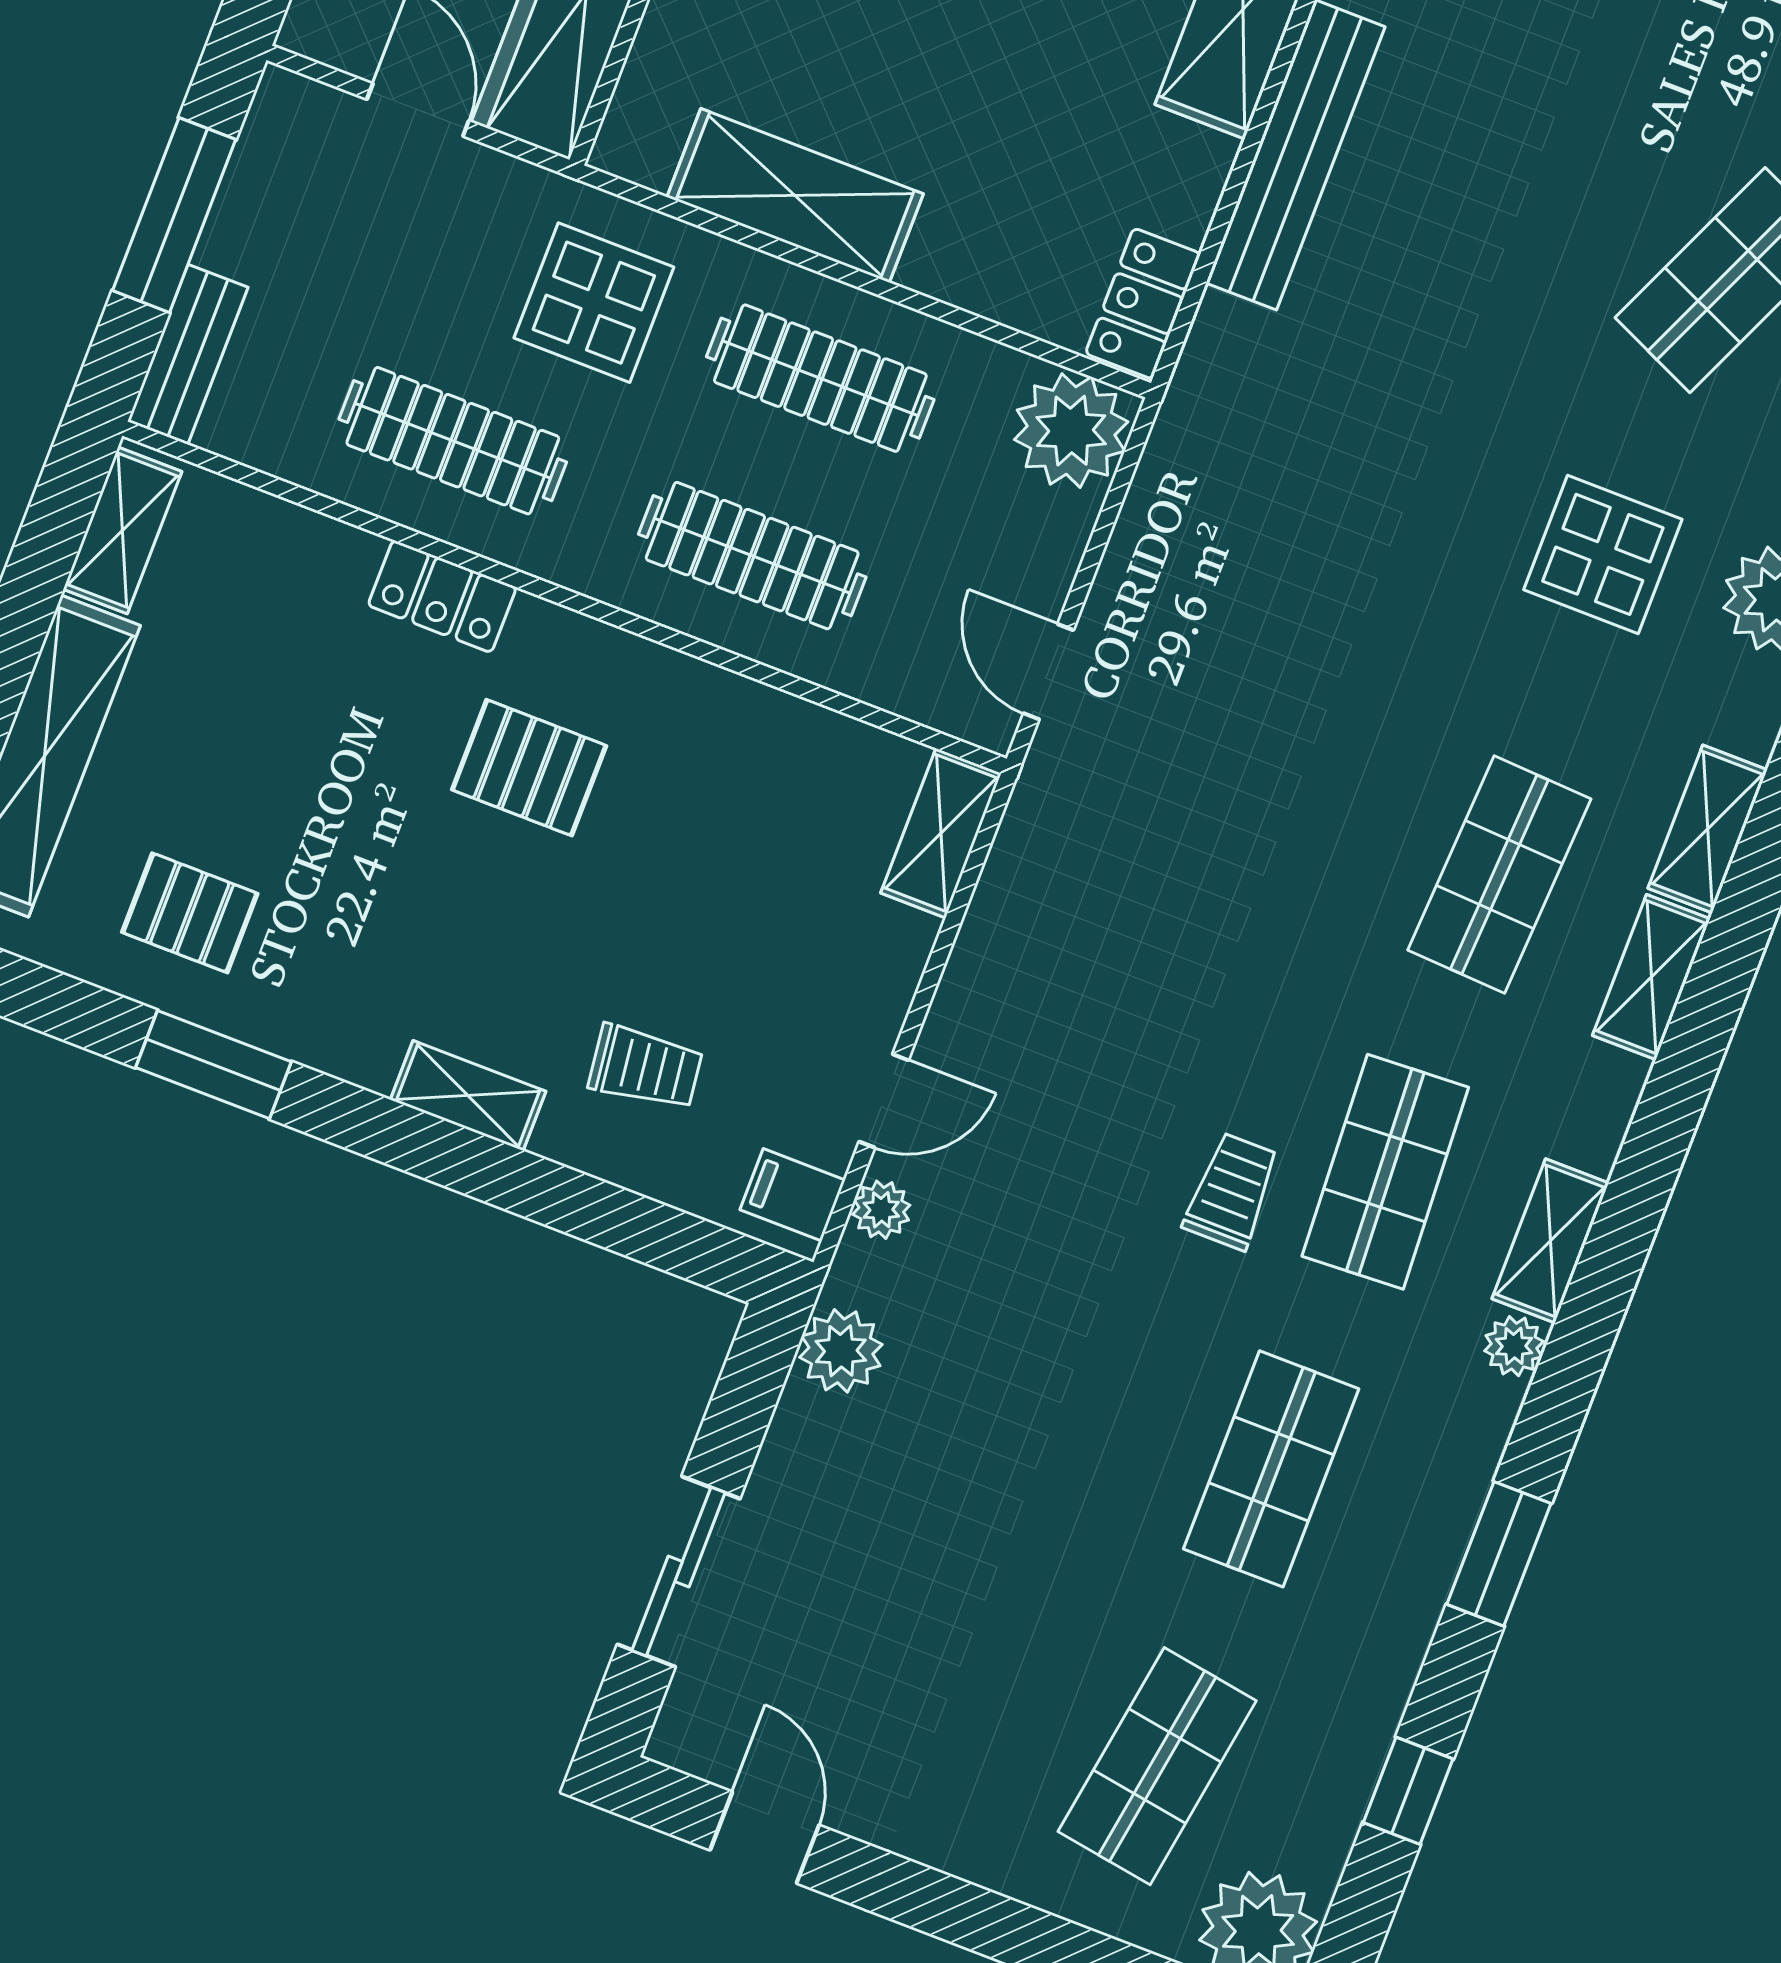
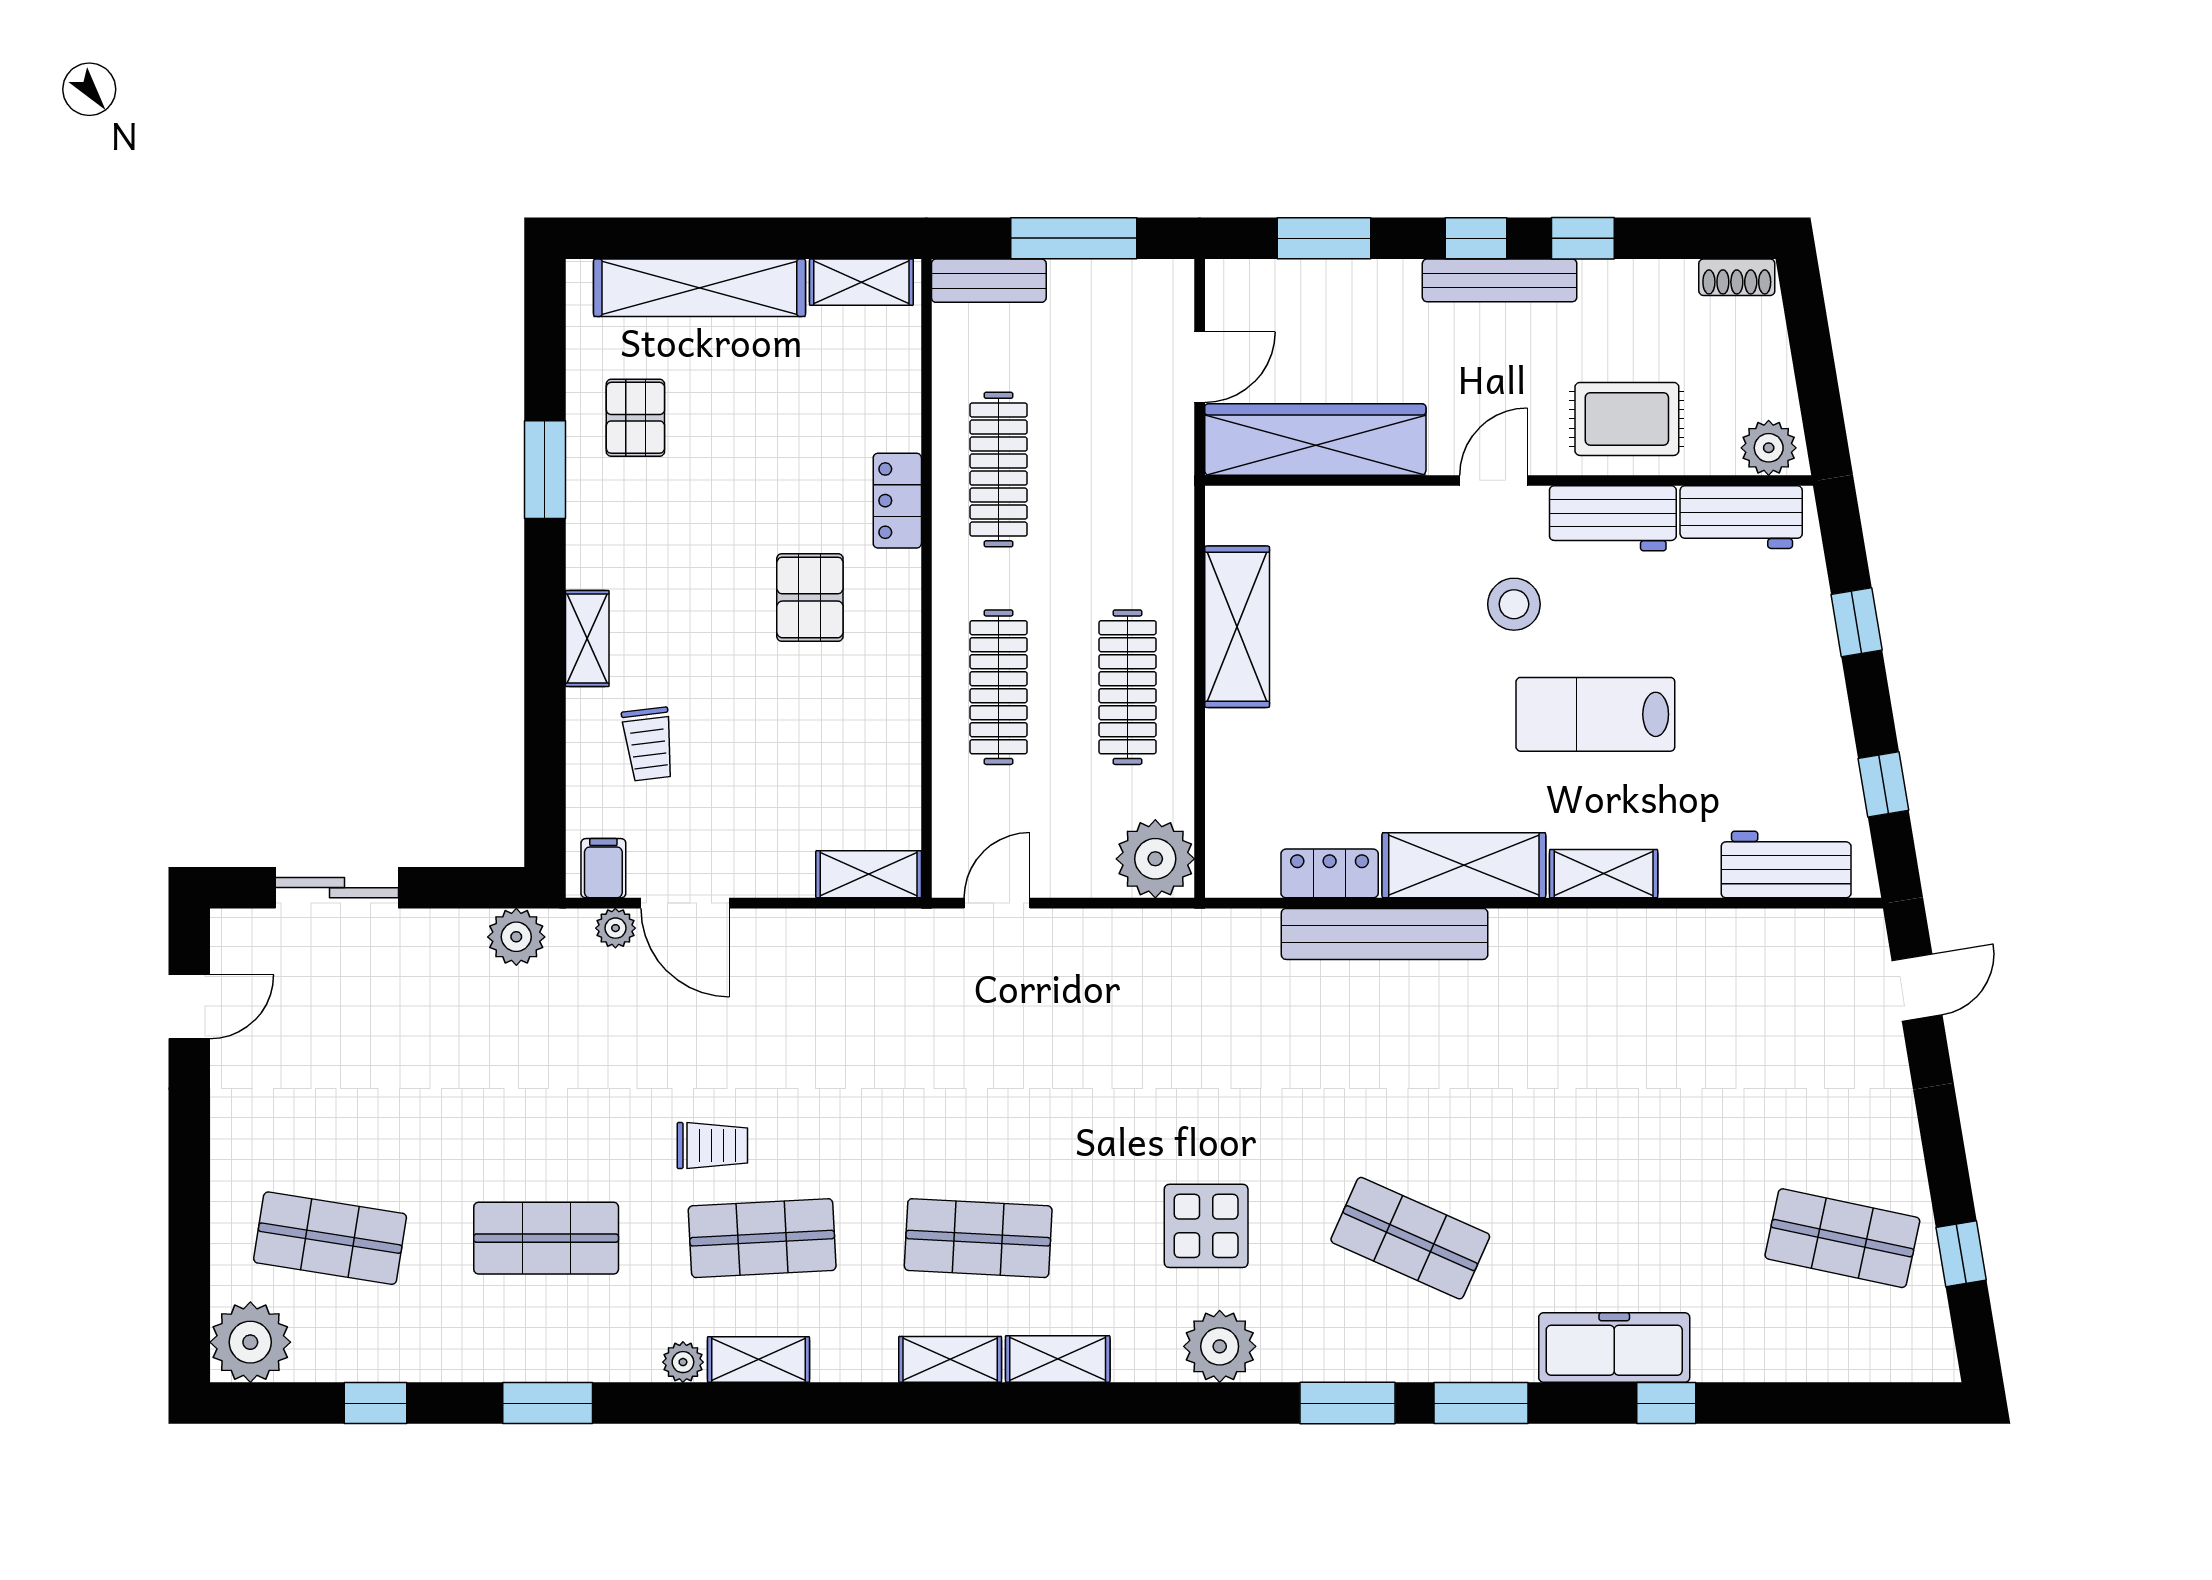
display table: (594, 303) -> (1120, 525), removed
locker: (1143, 304) -> (1330, 873), moved
door: (884, 1101) -> (685, 903), width x1.38

